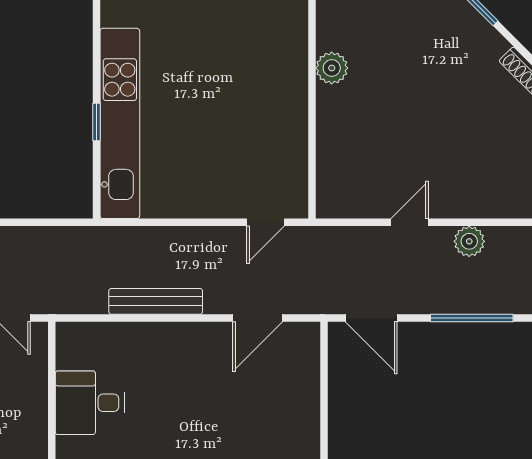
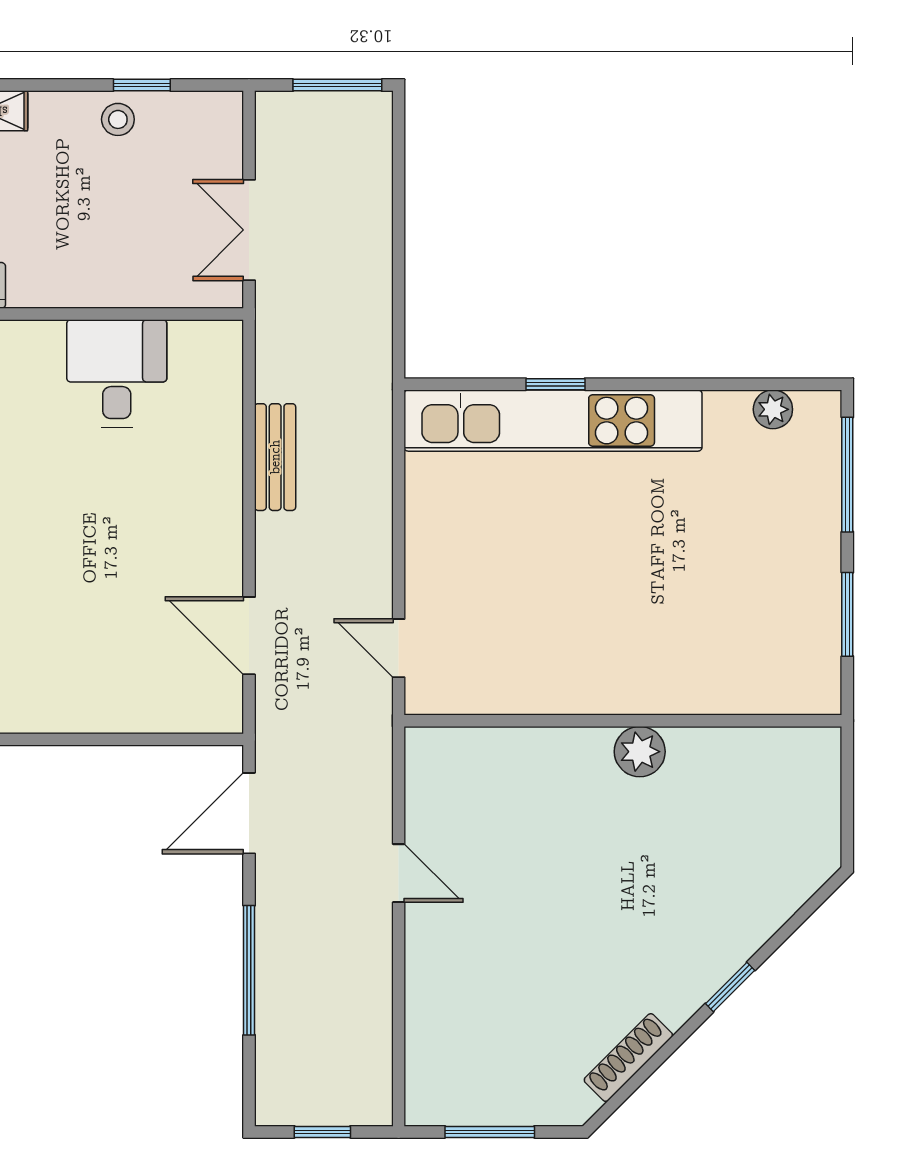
plant: (469, 241) -> (369, 966), removed
bench: (156, 301) -> (275, 457), width x0.73

